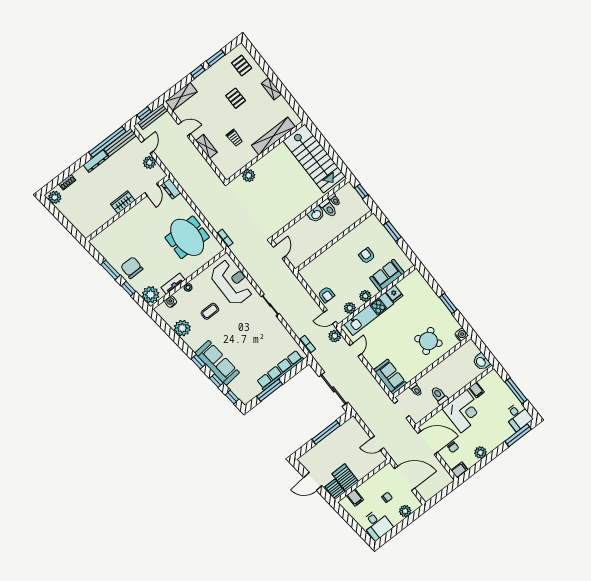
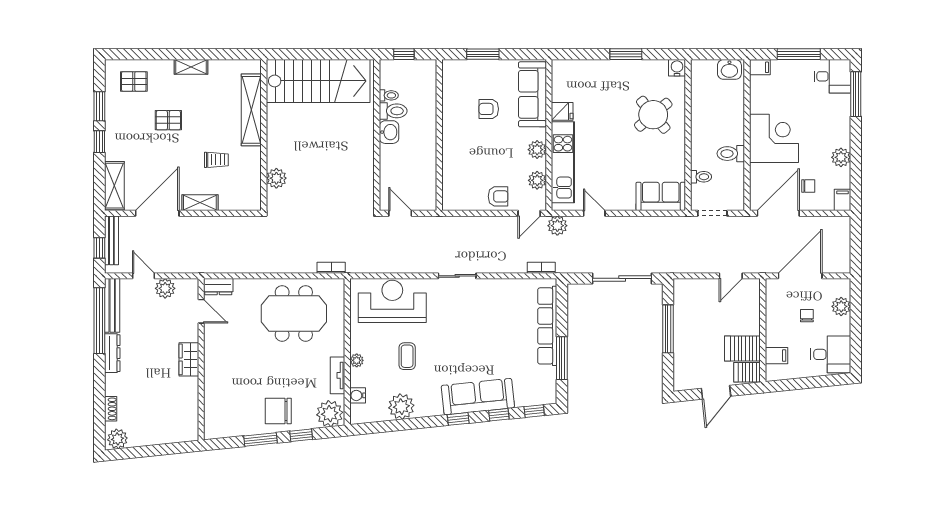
door: (184, 129) -> (157, 213), width x1.87
sofa: (387, 275) -> (532, 94), width x1.36
filing cabinet: (476, 390) -> (760, 67), moved

